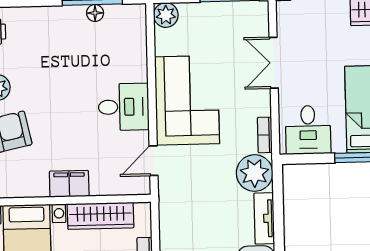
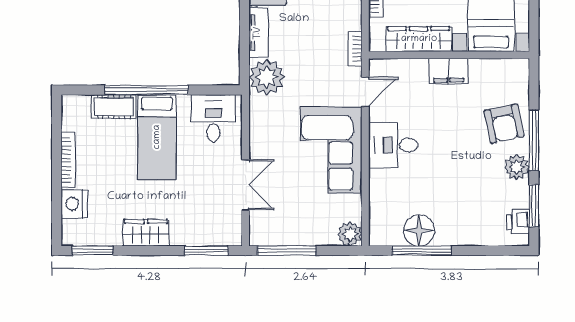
floor lamp: (95, 13) -> (419, 230), width x1.89, depth x1.89
bookcase: (265, 135) -> (355, 49), moved, turned 180

